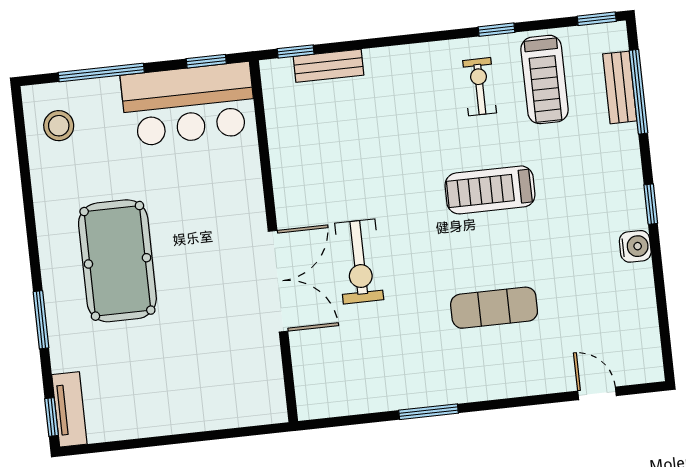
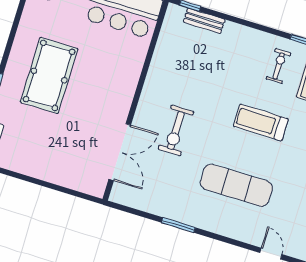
double door: (278, 281) -> (120, 152), moved
exercise mat: (494, 308) -> (236, 185), width x1.36, depth x1.45

